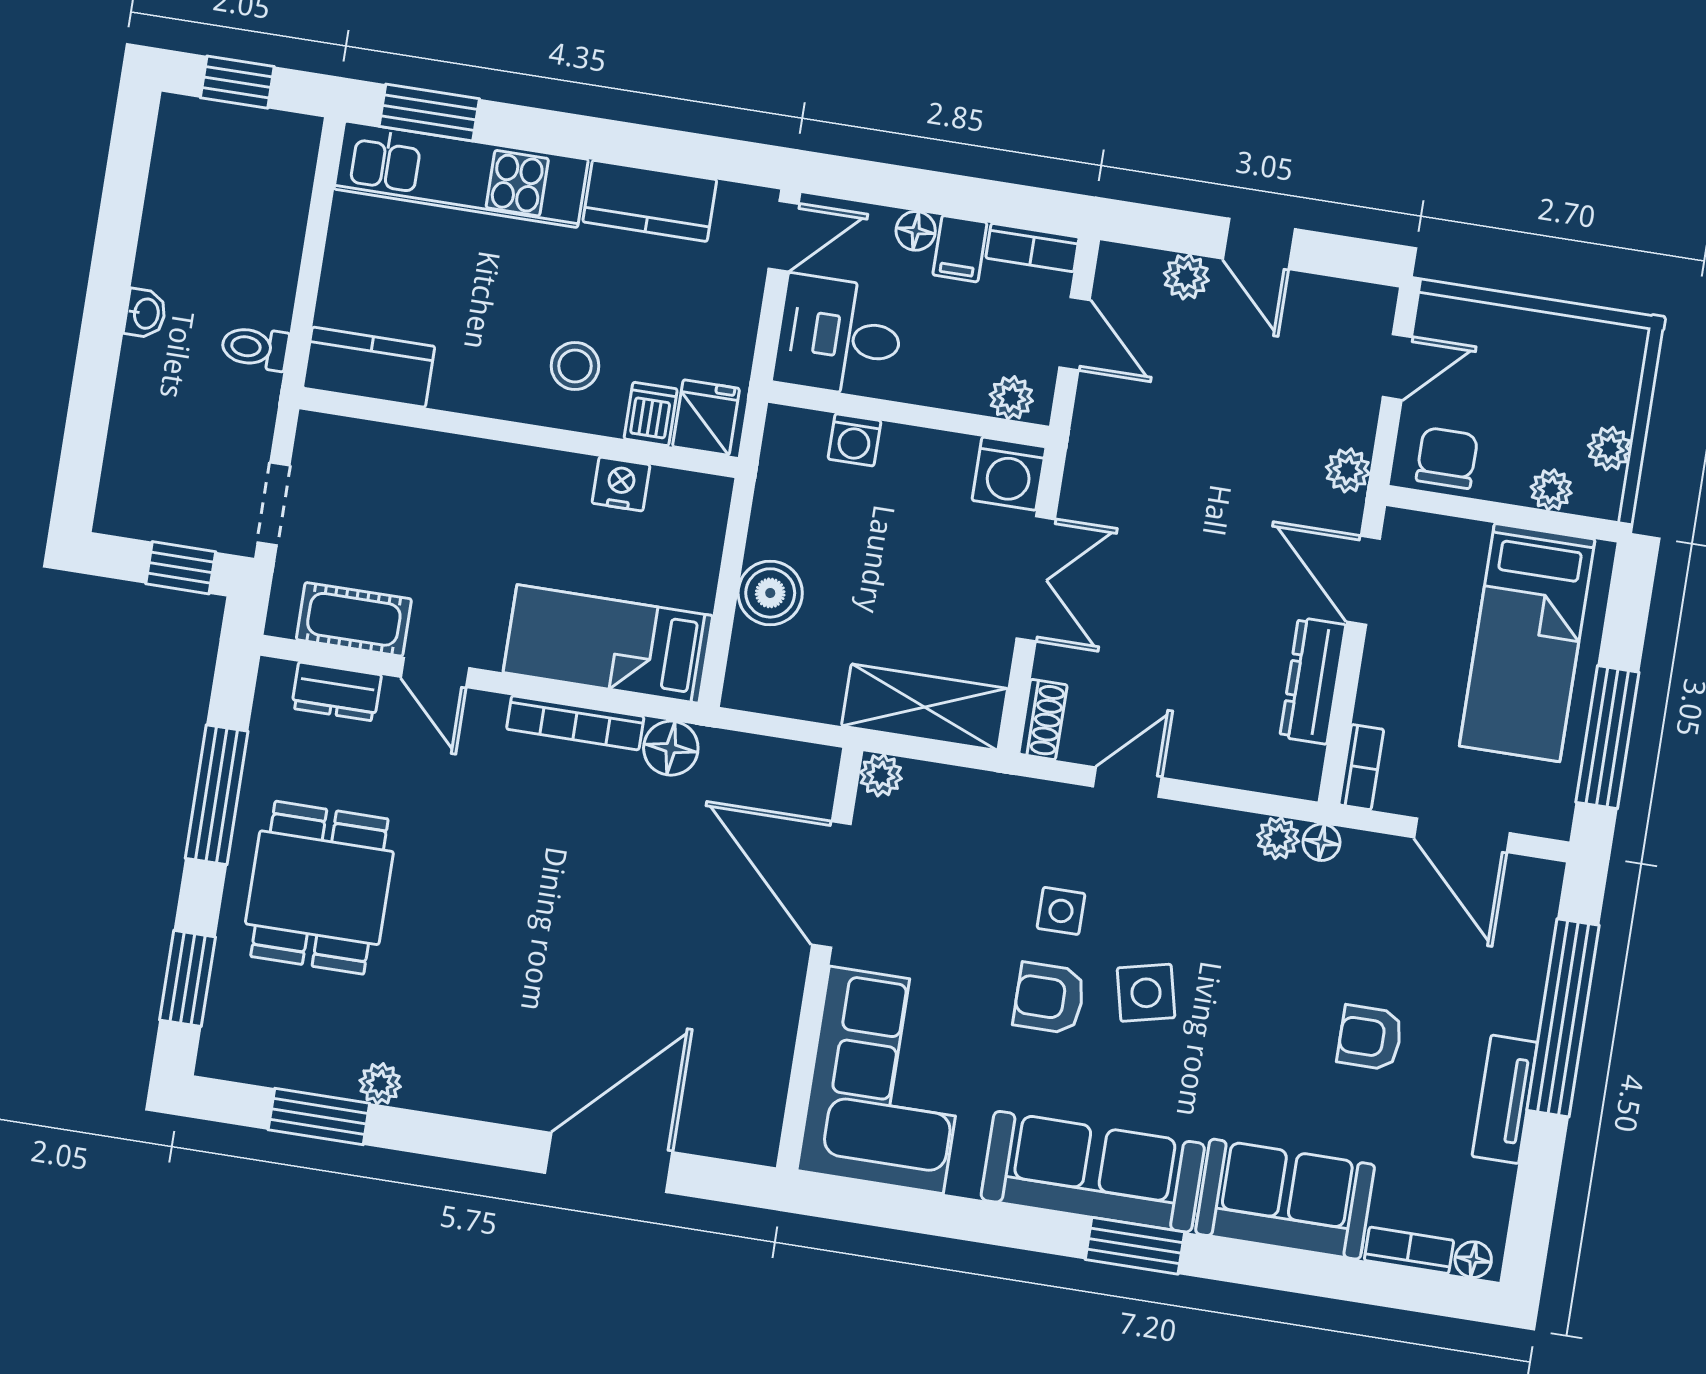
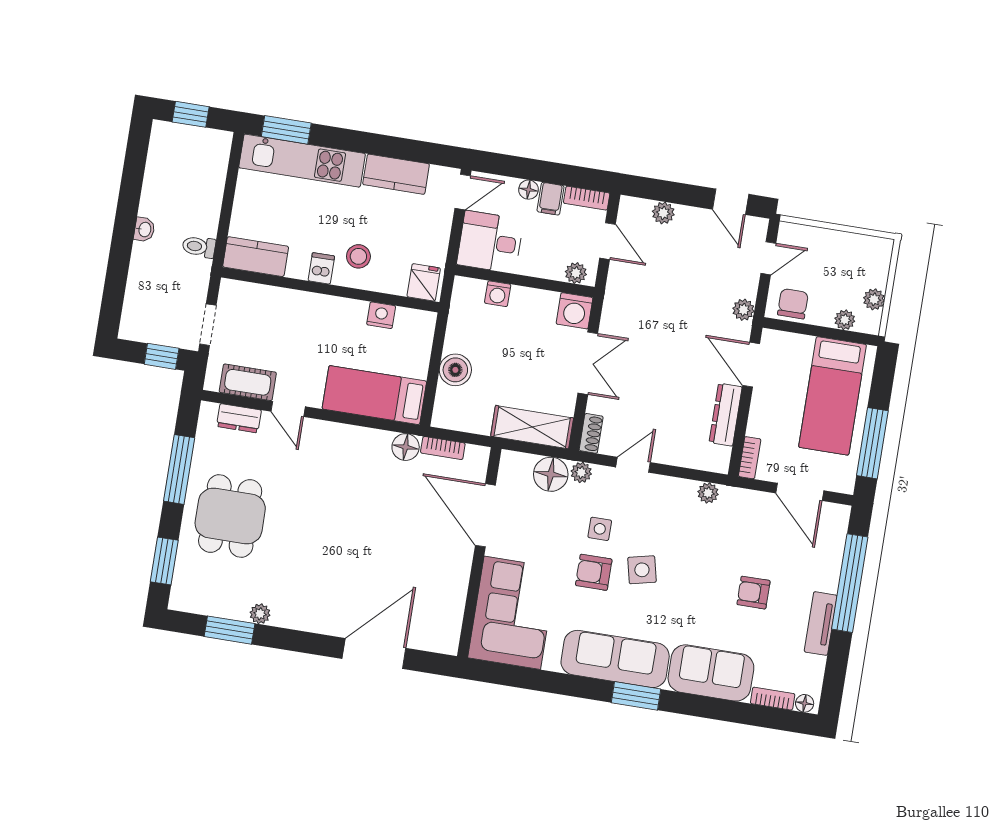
door: (1259, 244) -> (731, 202), moved
dishwasher: (651, 414) -> (321, 268), moved
bookcase: (575, 723) -> (443, 448), moved, width x0.64
plant: (881, 775) -> (581, 472), moved
floor lamp: (1322, 842) -> (551, 474), moved, width x1.89, depth x1.89

